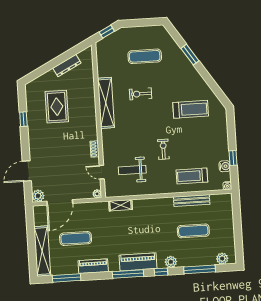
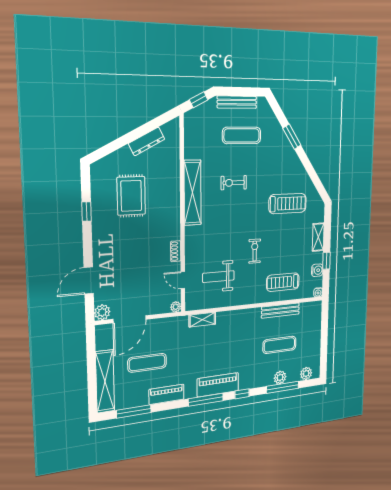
bench: (139, 31) -> (237, 102), added
shelving: (223, 137) -> (318, 237), added
plant: (171, 262) -> (280, 377), moved

